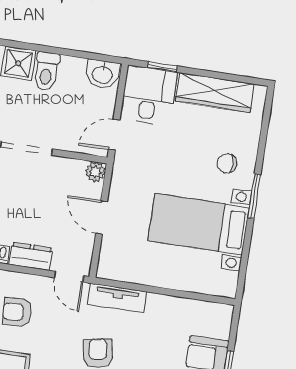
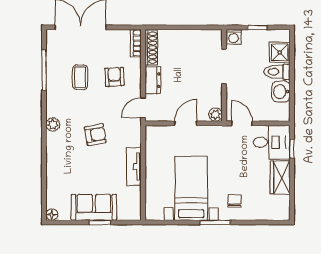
washbasin: (102, 74) -> (281, 92), moved
wardrobe: (215, 93) -> (280, 177), width x0.67
tv unit: (117, 298) -> (134, 167), moved

